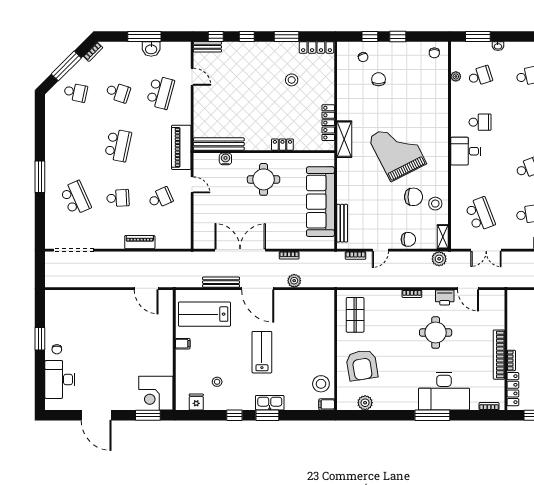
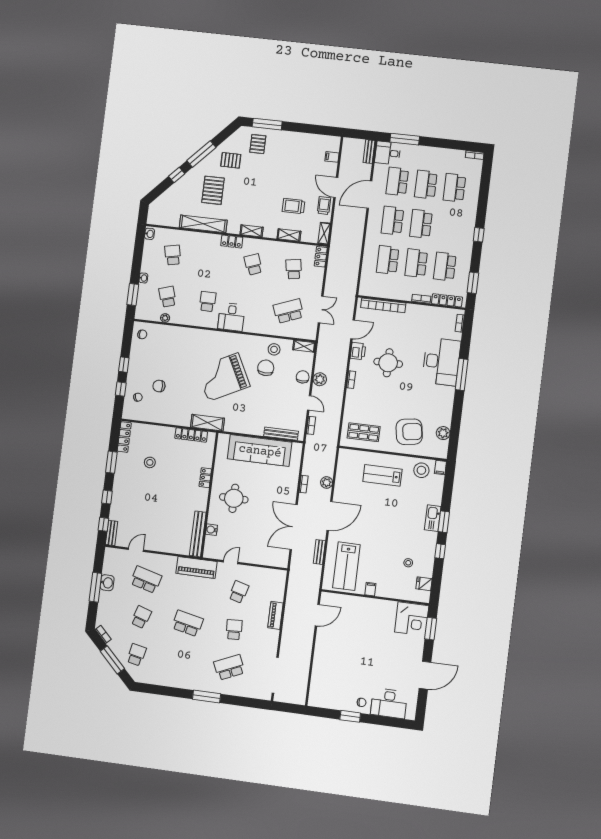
school desk: (160, 198) -> (239, 592), turned 39
plant: (439, 259) -> (320, 379), moved
bench: (221, 282) -> (319, 552), width x0.73
lab bench: (262, 352) -> (382, 475), moved
bookcase: (499, 355) -> (383, 305), moved

